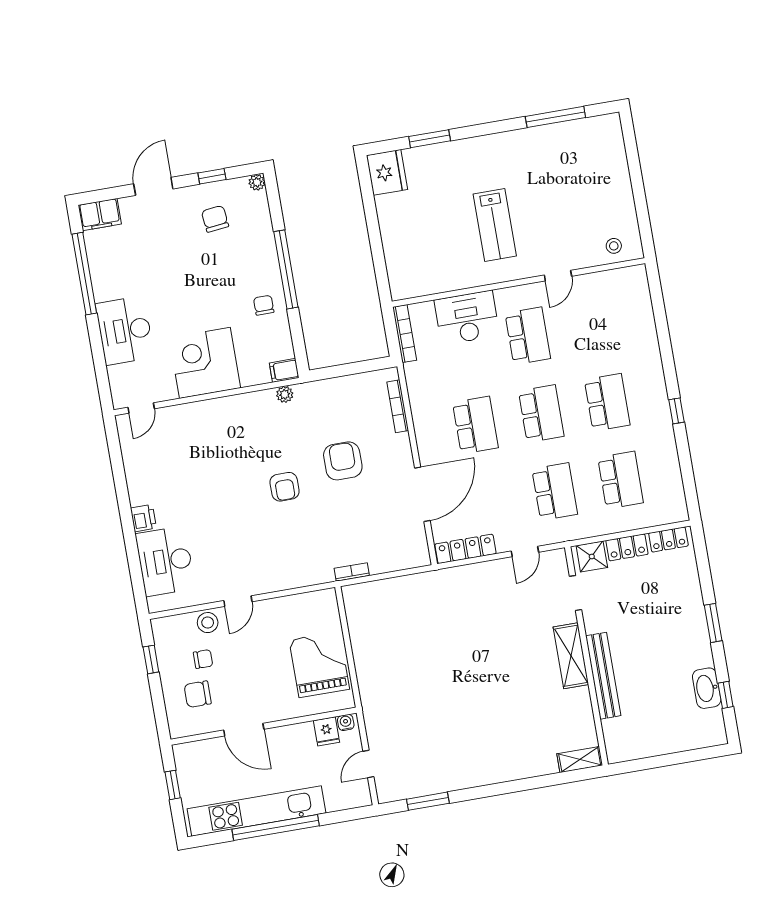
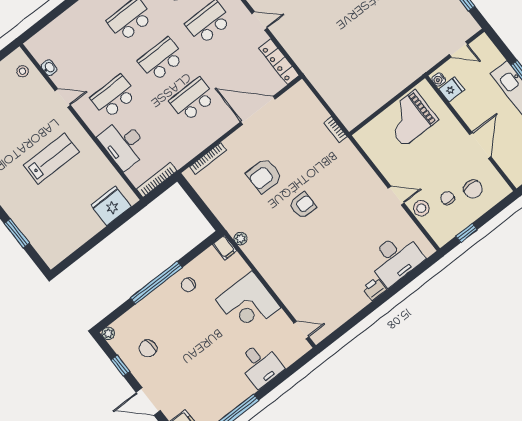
fridge: (387, 172) -> (111, 206), moved
washbasin: (601, 279) -> (49, 68), added
desk: (125, 330) -> (260, 365), width x0.73

